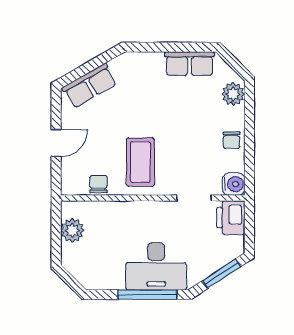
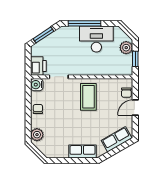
row of seats: (189, 64) -> (82, 152), moved
chair: (98, 184) -> (126, 93), moved
window: (56, 230) -> (135, 59), added
plant: (72, 230) -> (126, 48), moved
desk: (156, 266) -> (96, 39), moved

